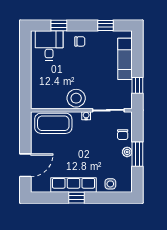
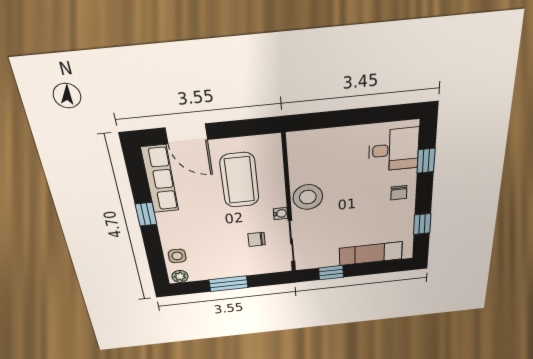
coffee table: (53, 123) -> (240, 180), moved
chair: (123, 135) -> (257, 239), moved
plant: (127, 152) -> (180, 276), moved
row of seats: (73, 185) -> (160, 179), moved

